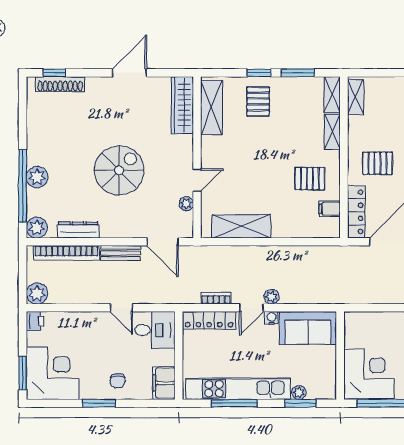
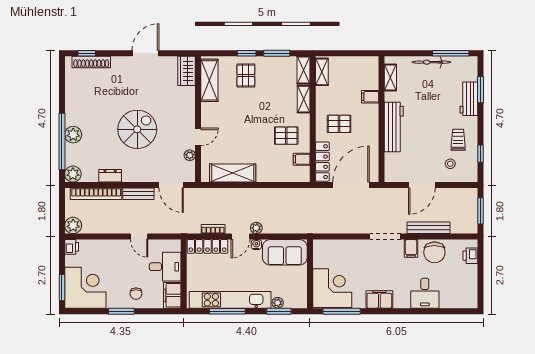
wardrobe: (182, 105) -> (187, 71), width x0.67
dresser: (78, 230) -> (110, 176), width x0.70
desk: (155, 330) -> (165, 267), moved

